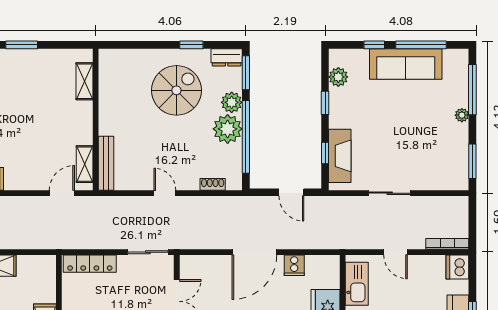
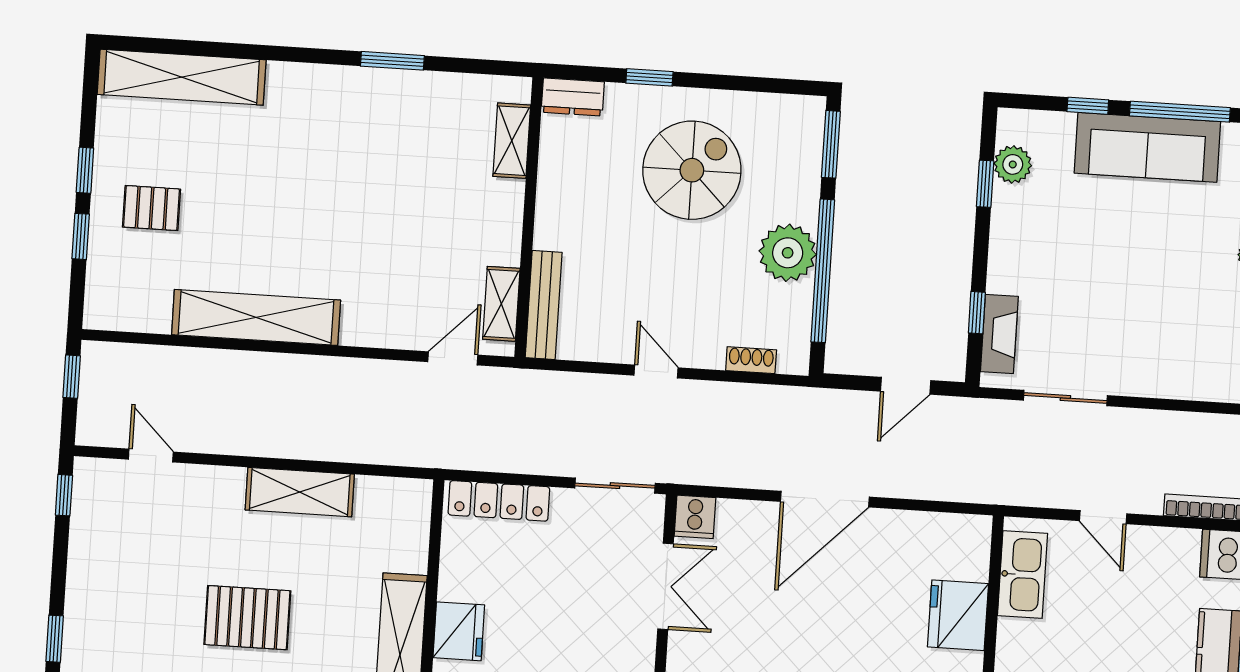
window: (191, 45) -> (649, 77), moved
dresser: (227, 57) -> (573, 97), moved
plant: (232, 102) -> (799, 201), removed
window: (325, 103) -> (985, 184), moved
fireplace: (340, 156) -> (999, 334), width x0.73, depth x0.76
door: (291, 192) -> (906, 386), hinge flipped
sliding door: (390, 193) -> (1065, 398), moved
cooker: (294, 265) -> (695, 517), moved

